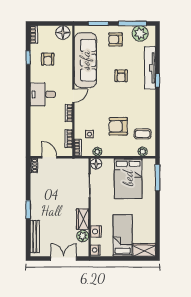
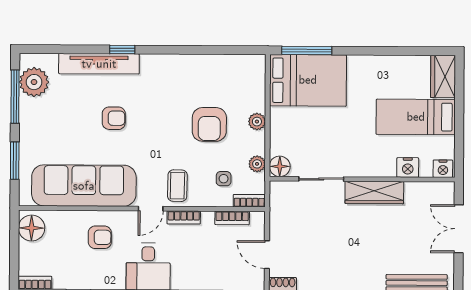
armchair: (115, 39) -> (45, 129), removed
armchair: (48, 59) -> (100, 237), moved
door: (73, 96) -> (151, 209), swing flipped
coffee table: (143, 134) -> (177, 186), moved
plant: (143, 152) -> (257, 122), moved
door: (49, 157) -> (267, 255), hinge flipped
bed: (128, 178) -> (308, 80), moved
wardrobe: (83, 219) -> (374, 193), width x1.50
plant: (83, 236) -> (416, 193), removed

